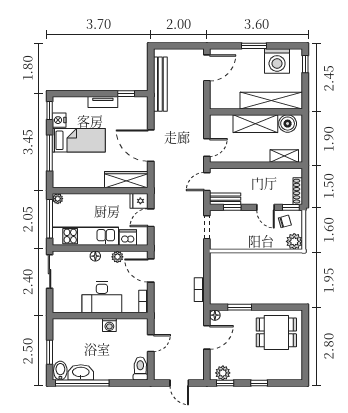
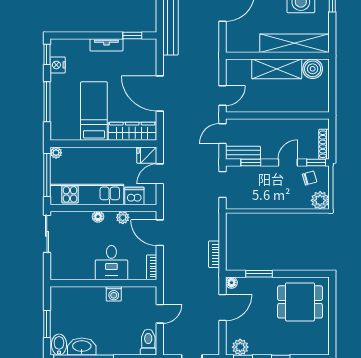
bed: (79, 140) -> (94, 111), moved, turned -90
shelving: (284, 156) -> (309, 105), removed
door: (265, 207) -> (288, 162), swing flipped
desk: (102, 297) -> (111, 263), width x0.73

